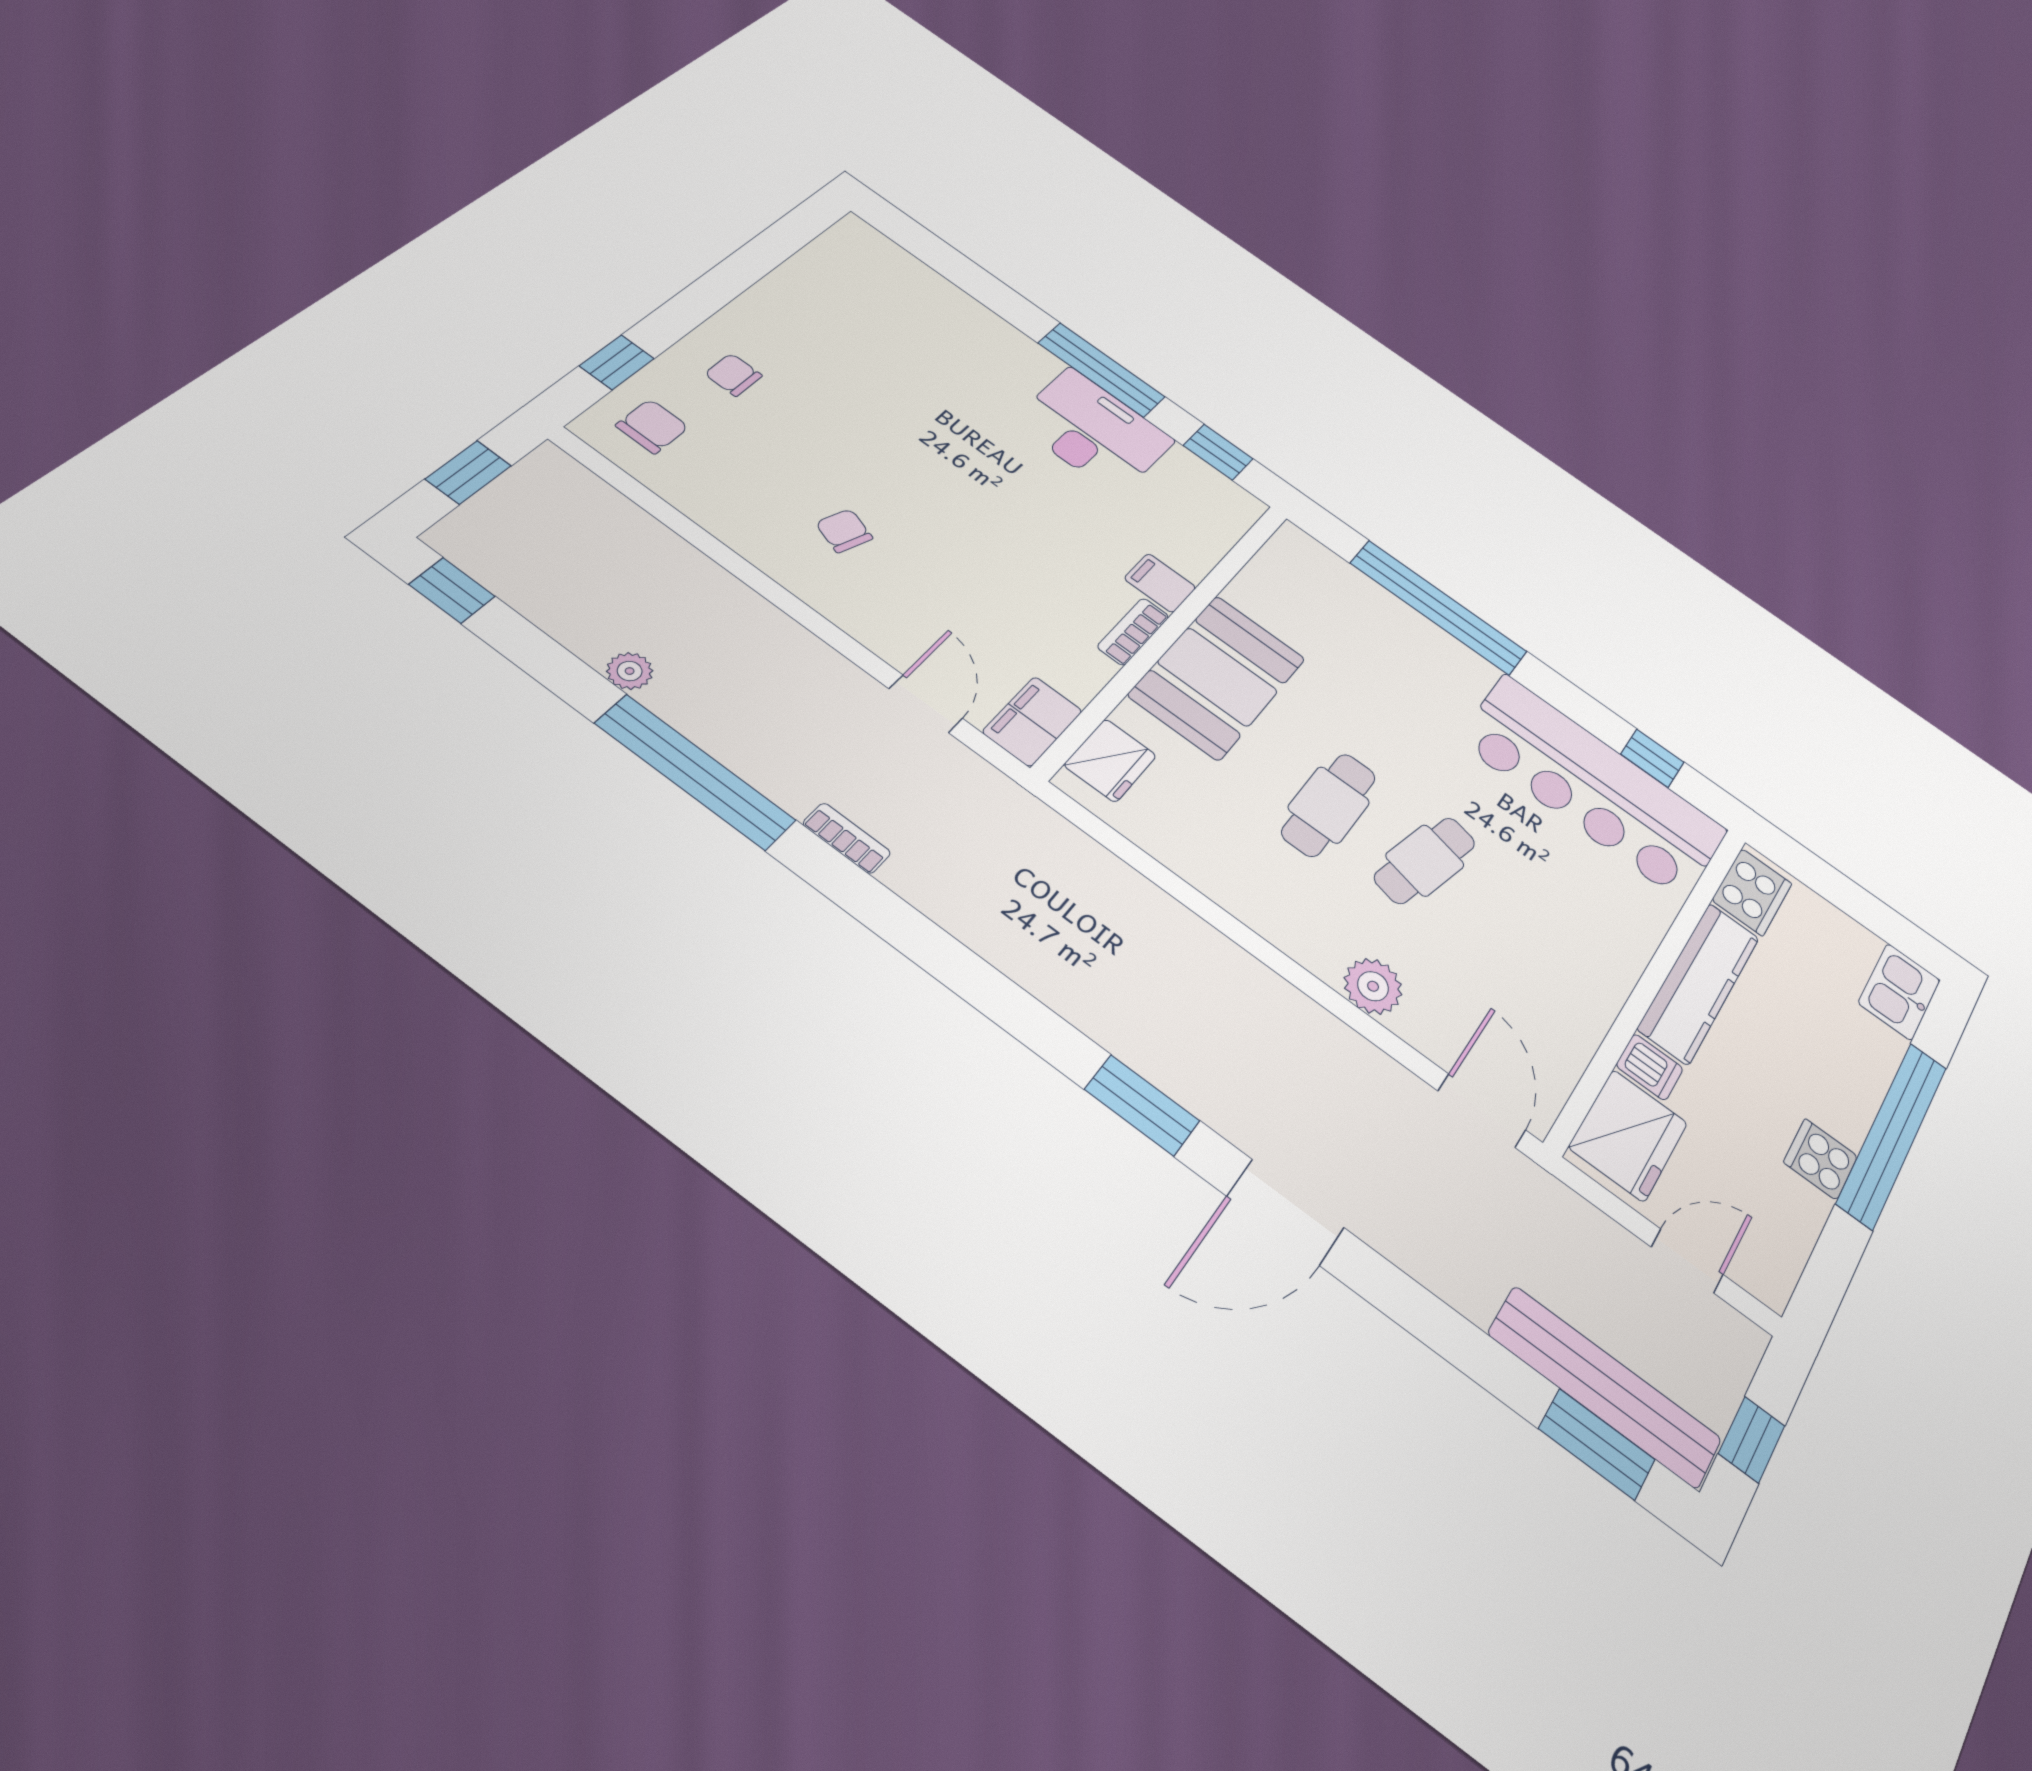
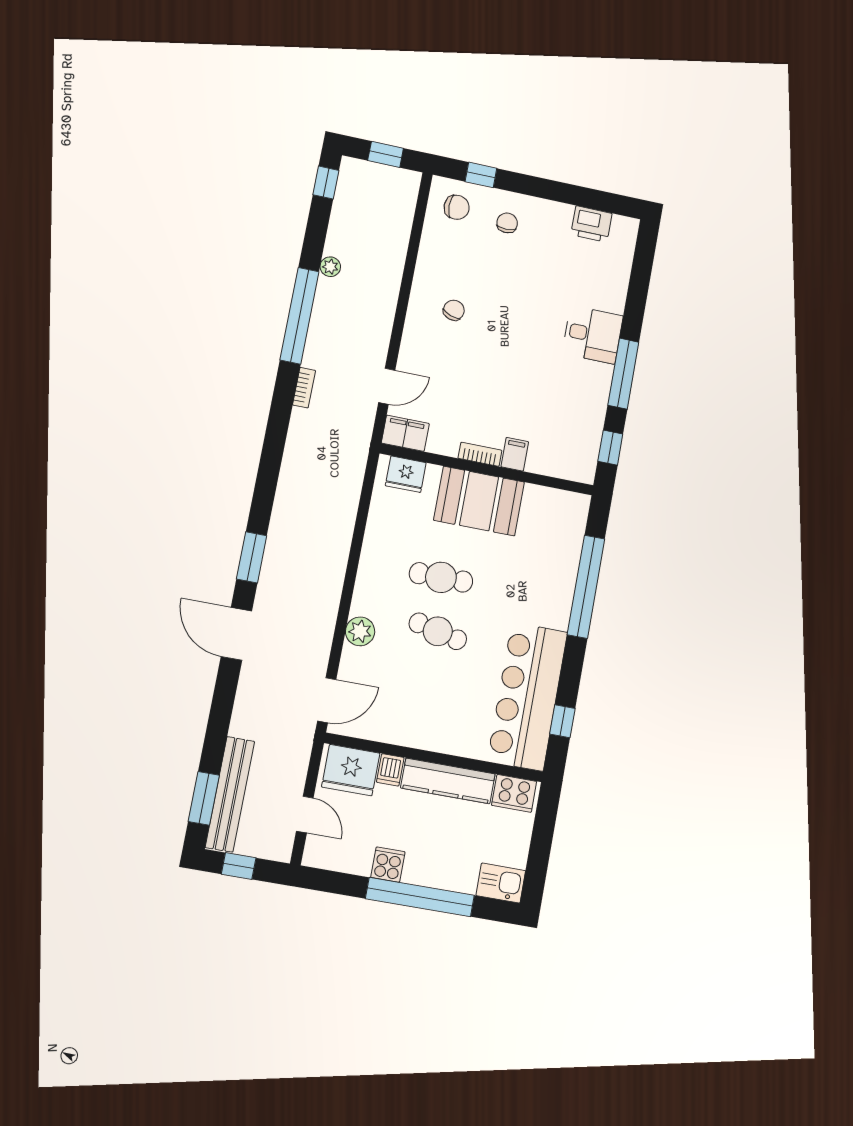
printer: (816, 272) -> (591, 224), added
desk: (1094, 431) -> (593, 335), moved, width x0.73

